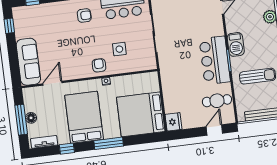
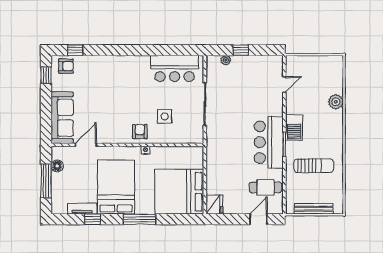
armchair: (84, 16) -> (66, 66), moved
floor lamp: (31, 118) -> (57, 166), moved
tv unit: (44, 142) -> (82, 209), moved

